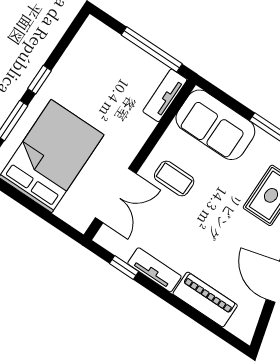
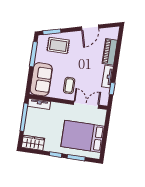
wardrobe: (88, 43) -> (33, 143), added

